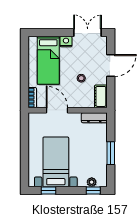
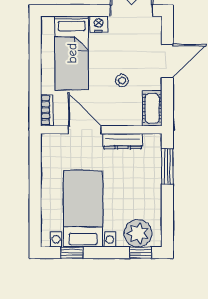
dresser: (94, 118) -> (123, 141), moved
window: (111, 153) -> (167, 166), moved
plant: (92, 182) -> (138, 233), width x1.88, depth x1.88

